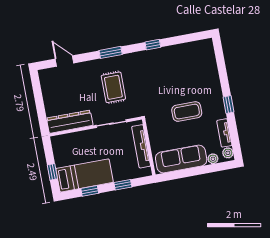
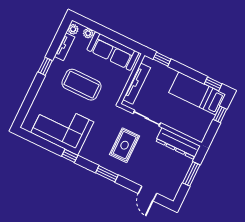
corner sofa: (177, 64) -> (62, 127), added
window: (40, 104) -> (191, 174), added
coffee table: (187, 112) -> (81, 85), width x1.36, depth x1.32
window: (123, 185) -> (162, 59), moved
window: (90, 191) -> (213, 84), moved

